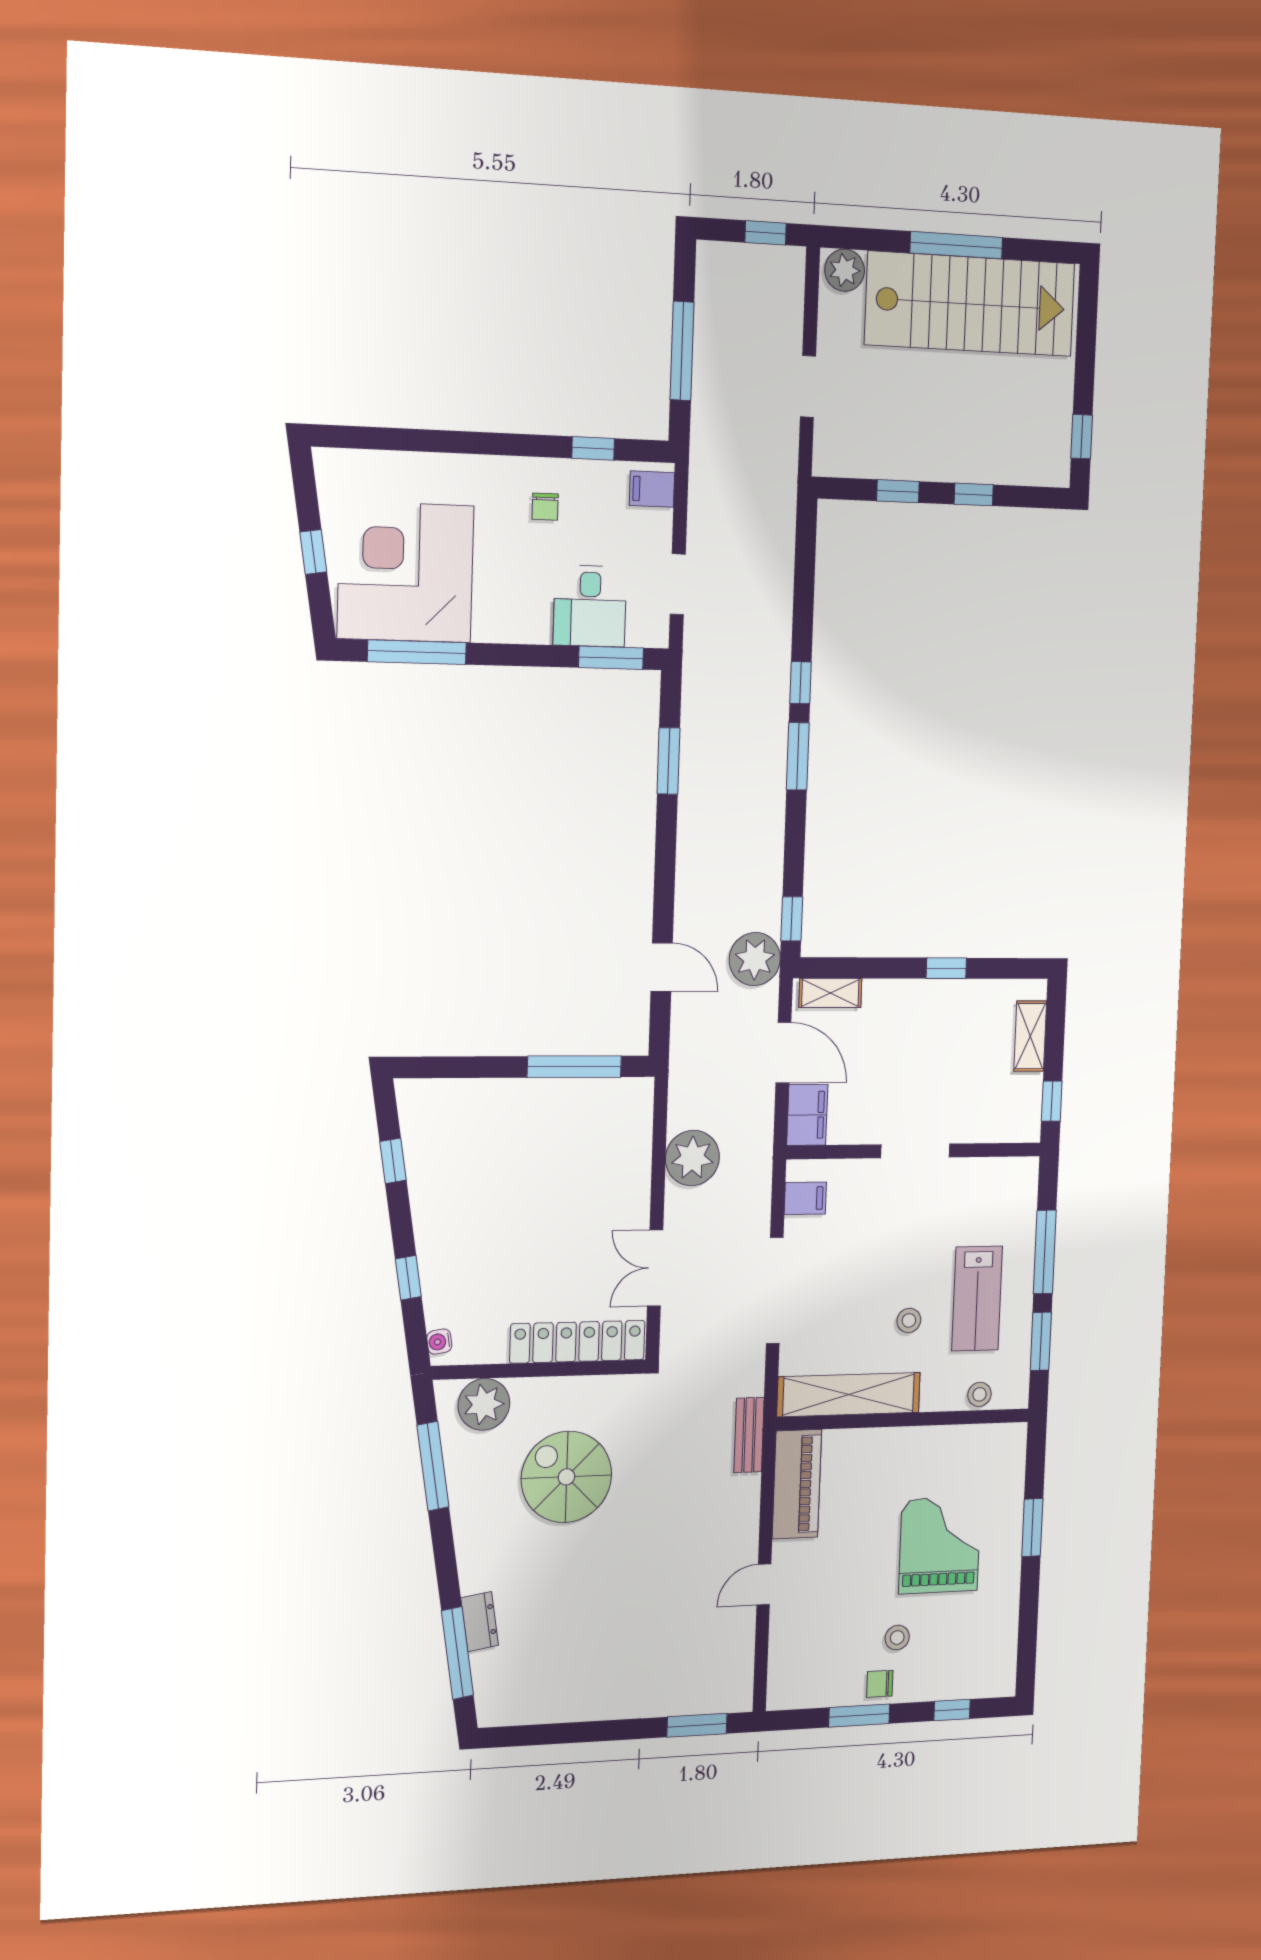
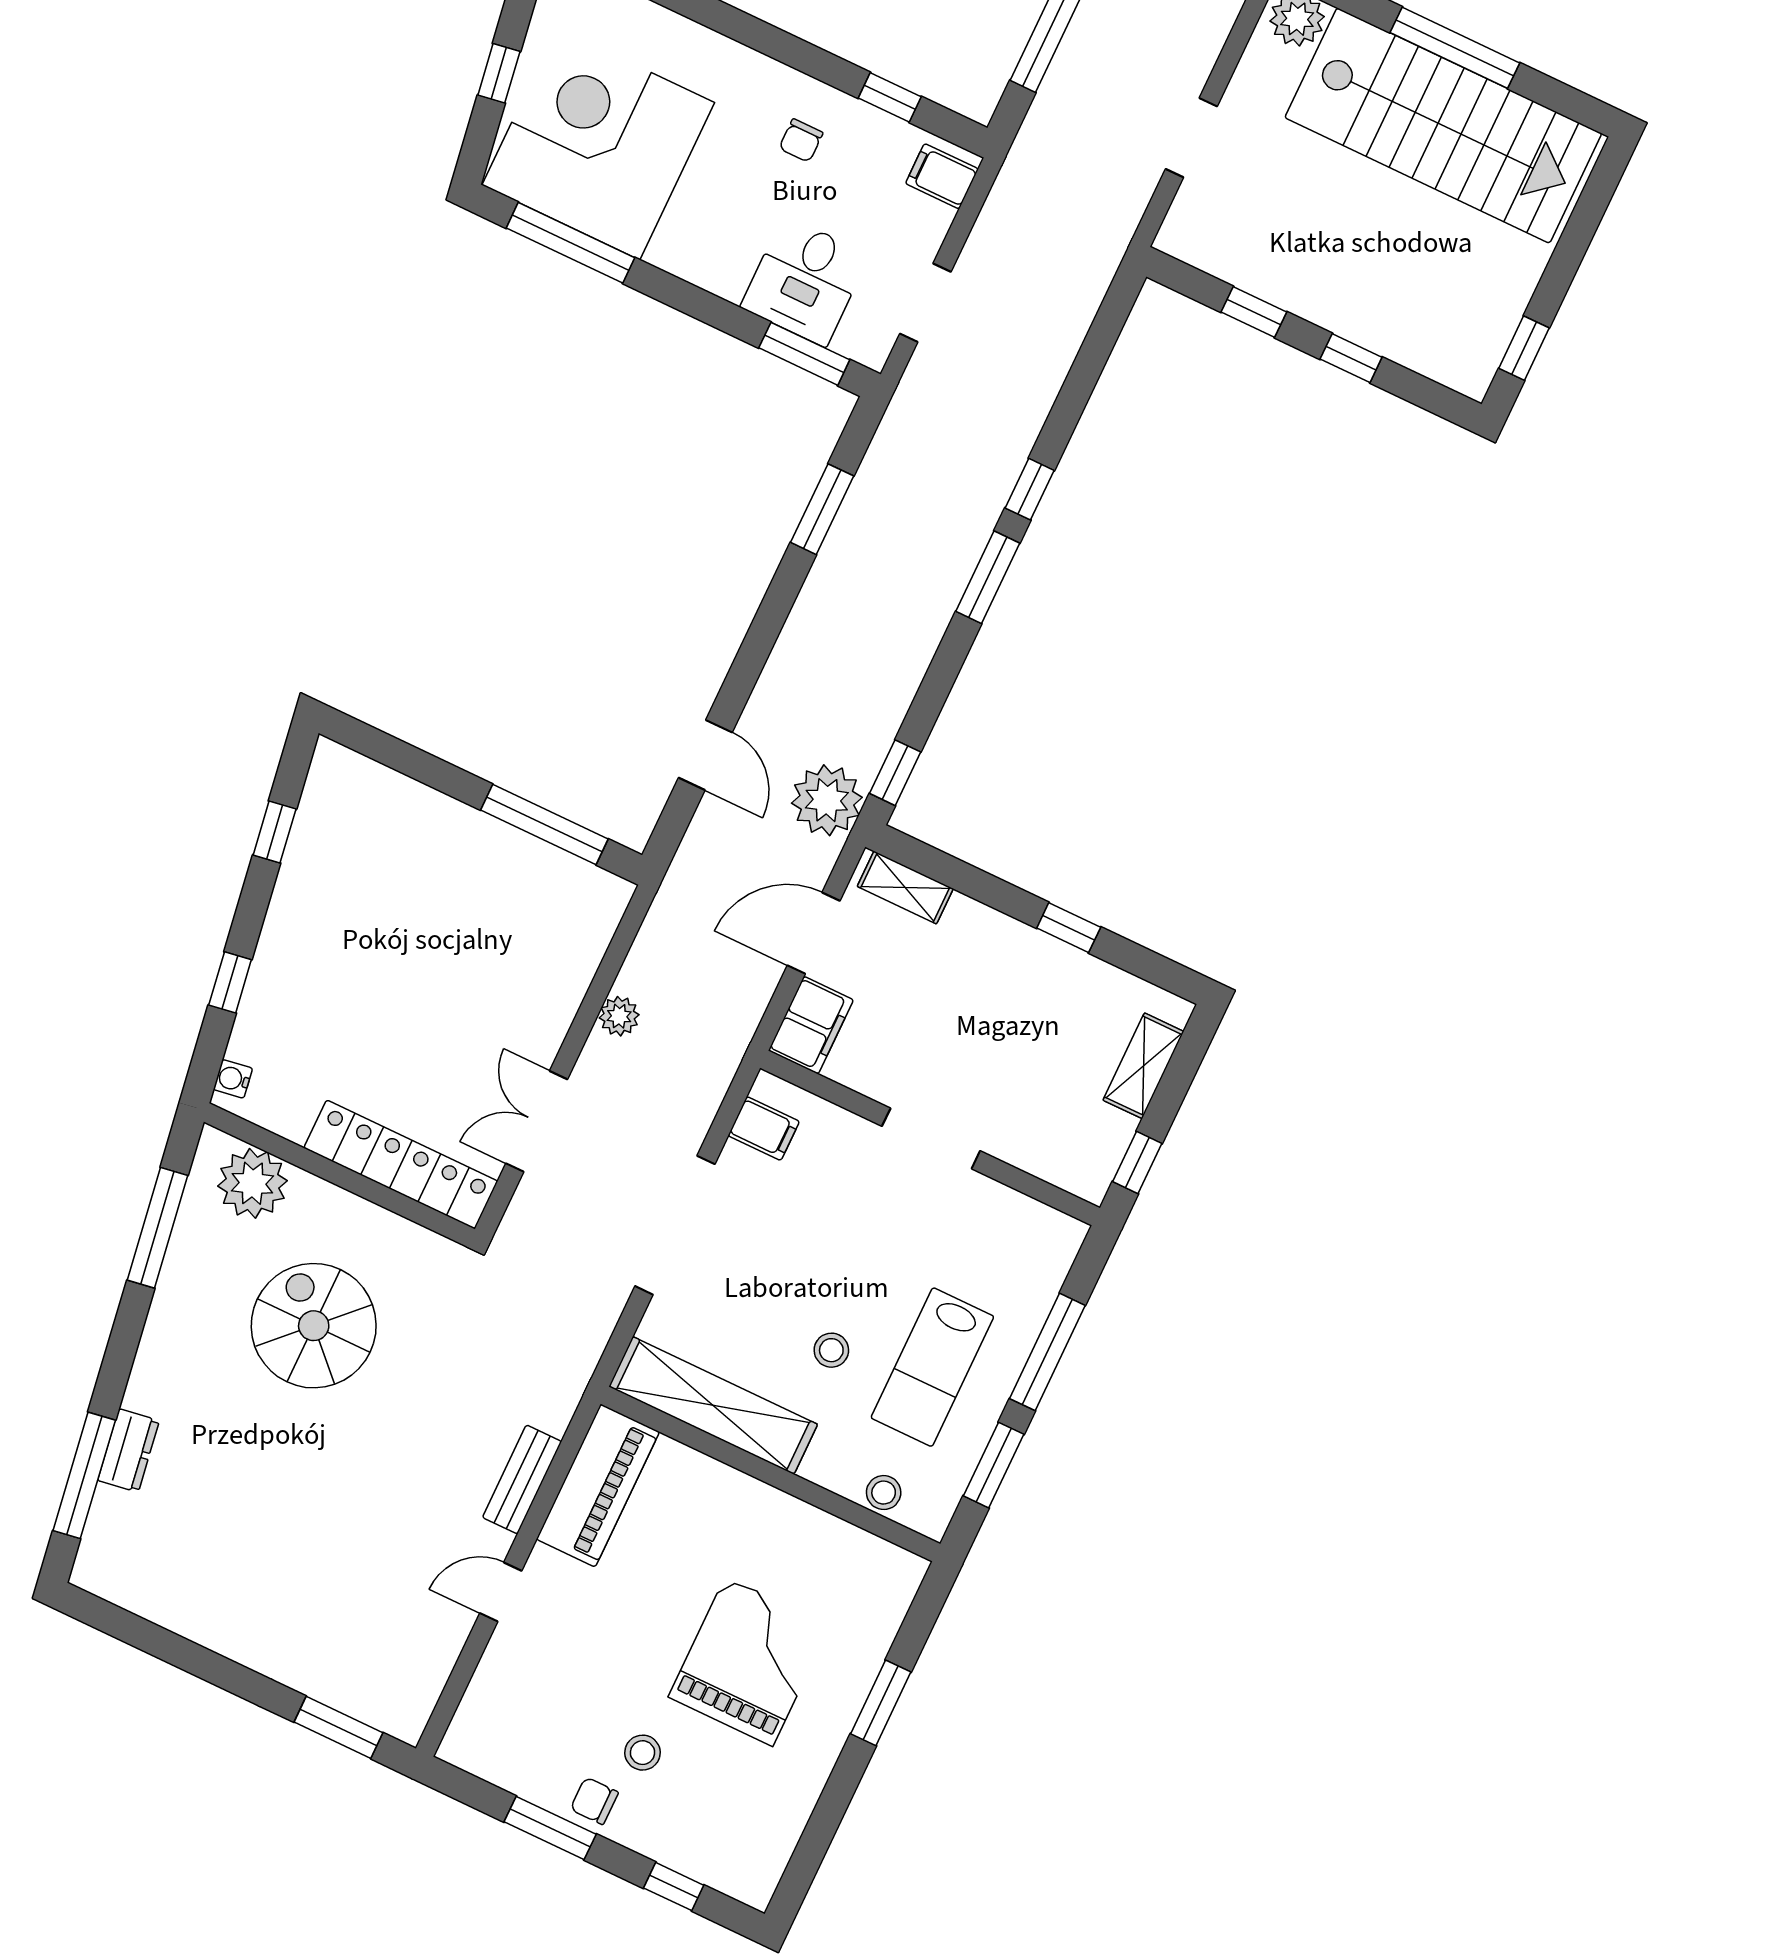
door: (783, 1053) -> (814, 933), swing flipped
plant: (692, 1158) -> (619, 1016), width x0.53, depth x0.53
bench: (749, 1435) -> (522, 1479), moved

